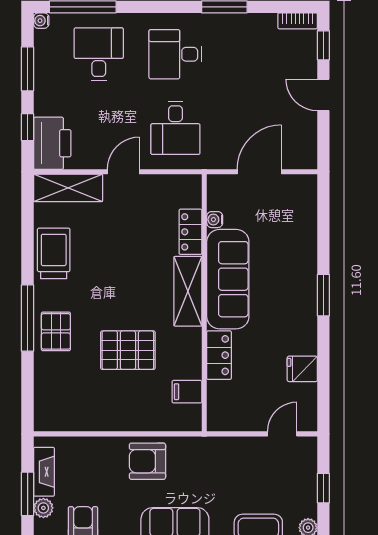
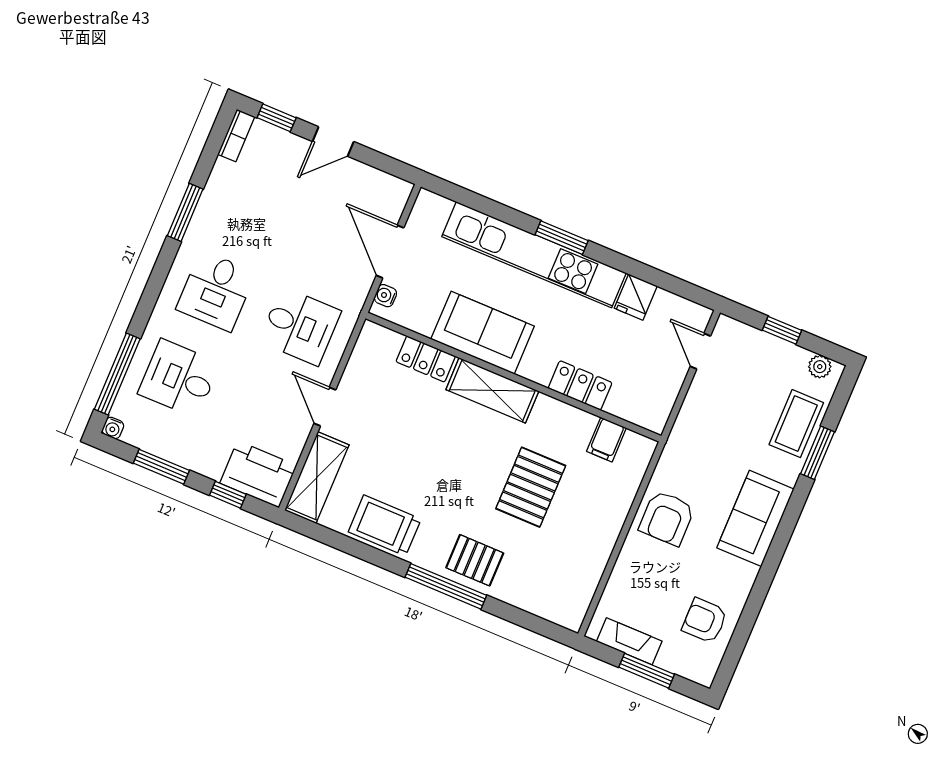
water cooler: (215, 220) -> (385, 296), moved, turned 90
sofa: (228, 279) -> (483, 333), width x0.73
kitchen unit: (302, 280) -> (534, 255), added
plant: (43, 508) -> (670, 659), removed

